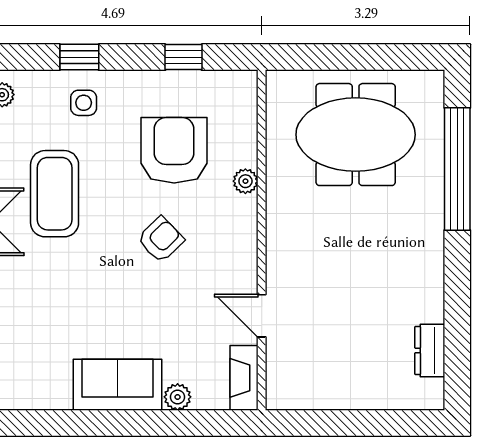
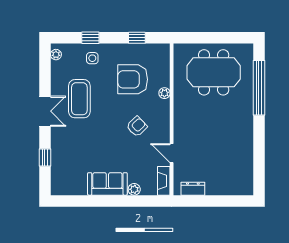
armchair: (174, 150) -> (133, 79), turned -90
armchair: (161, 239) -> (137, 126), moved
dresser: (430, 350) -> (193, 189), moved, turned 90

